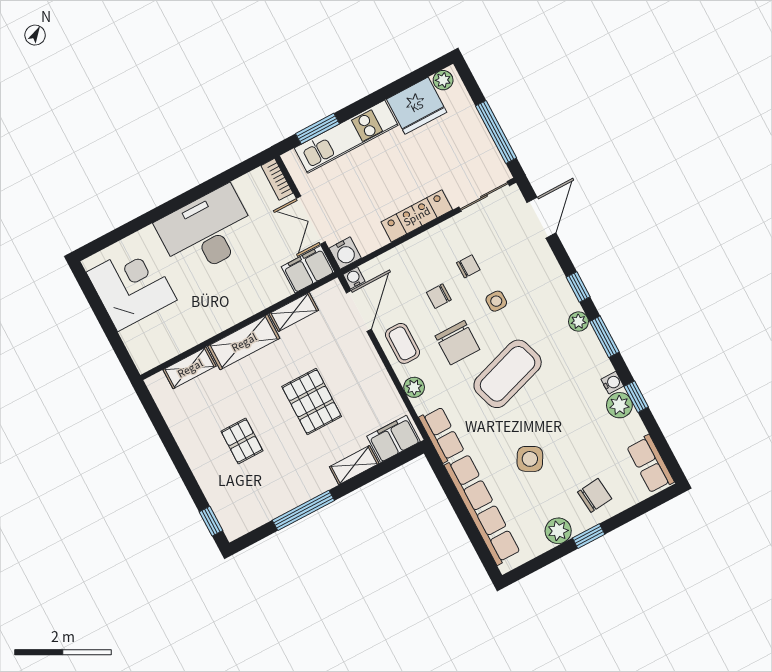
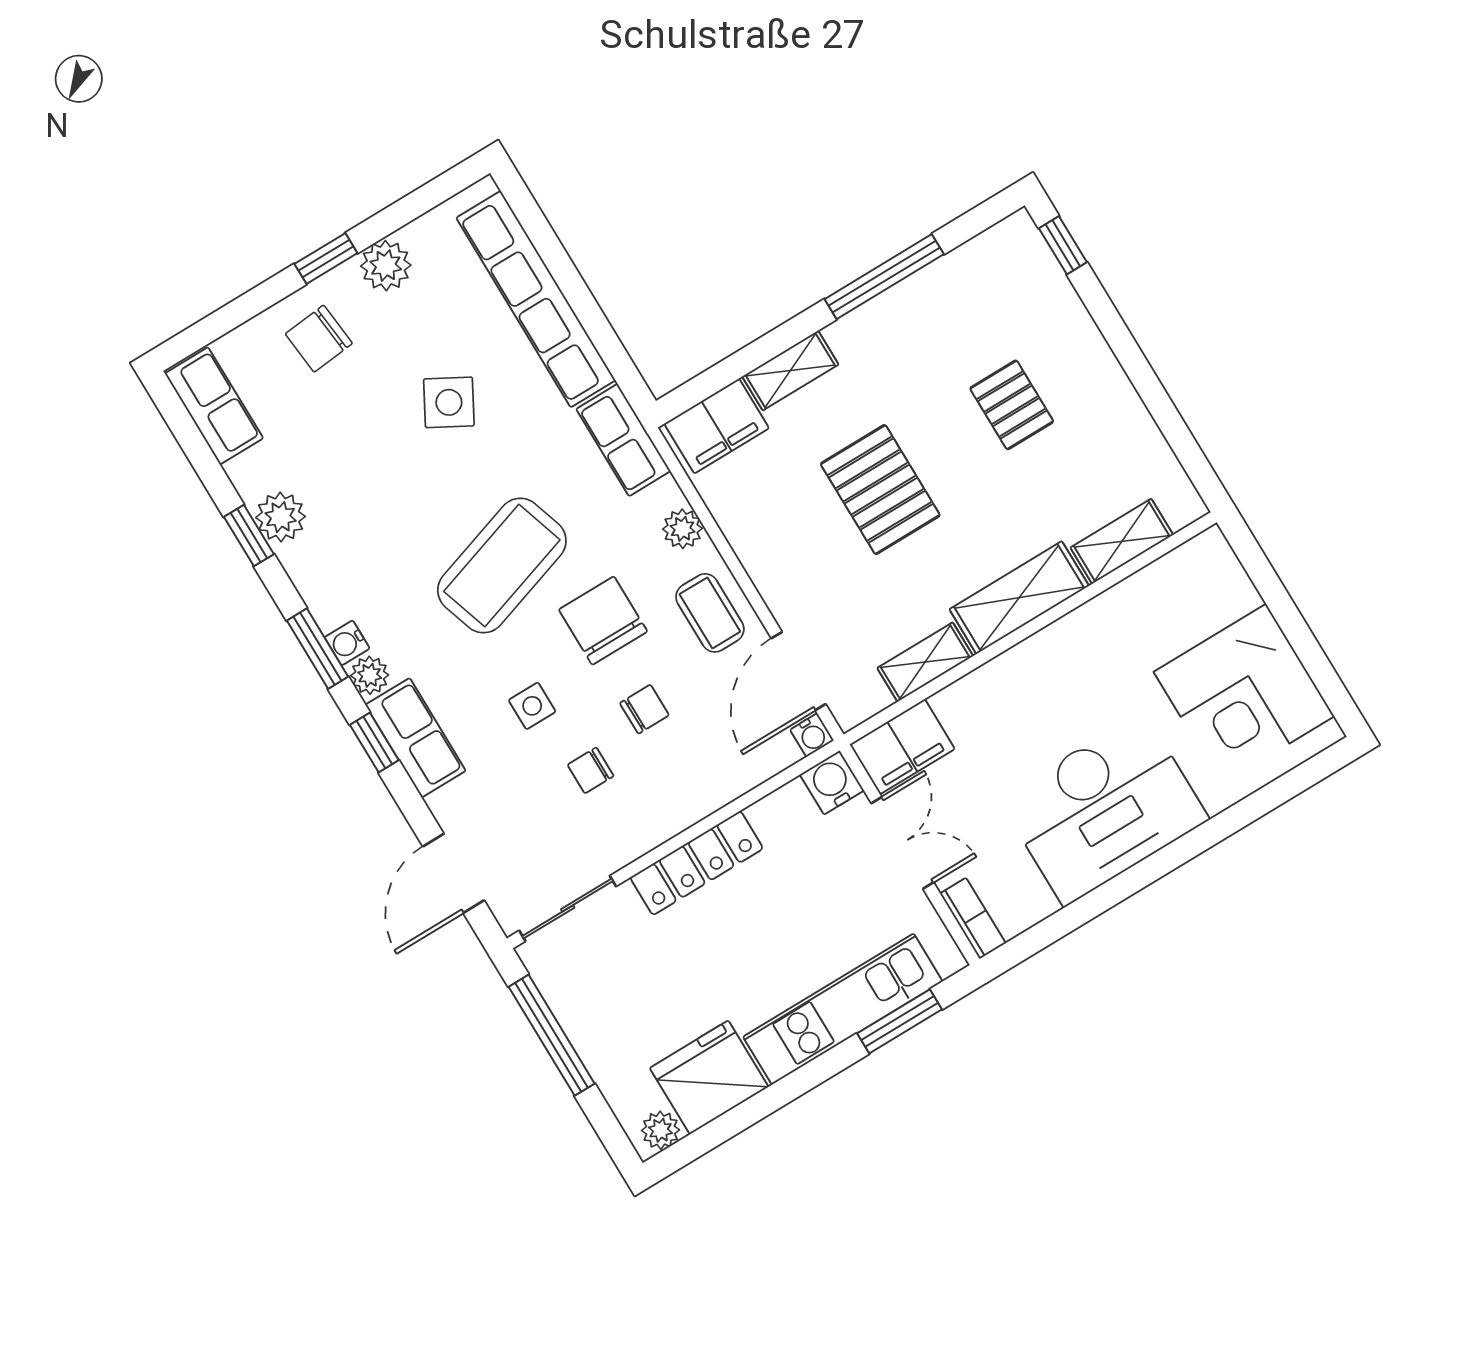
row of seats: (557, 288) -> (416, 738), added
water cooler: (612, 383) -> (347, 643), moved

